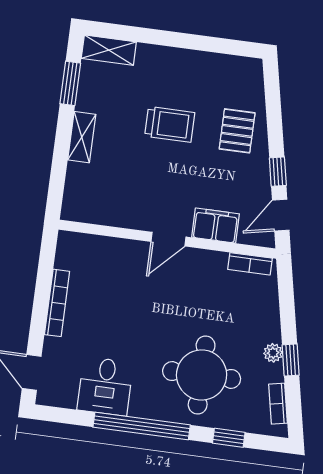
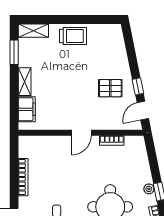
trolley: (170, 124) -> (73, 36), moved
pallet: (237, 131) -> (110, 88), moved, turned 90
filing cabinet: (216, 226) -> (27, 109), moved, turned 90
bookcase: (250, 264) -> (112, 140), moved

